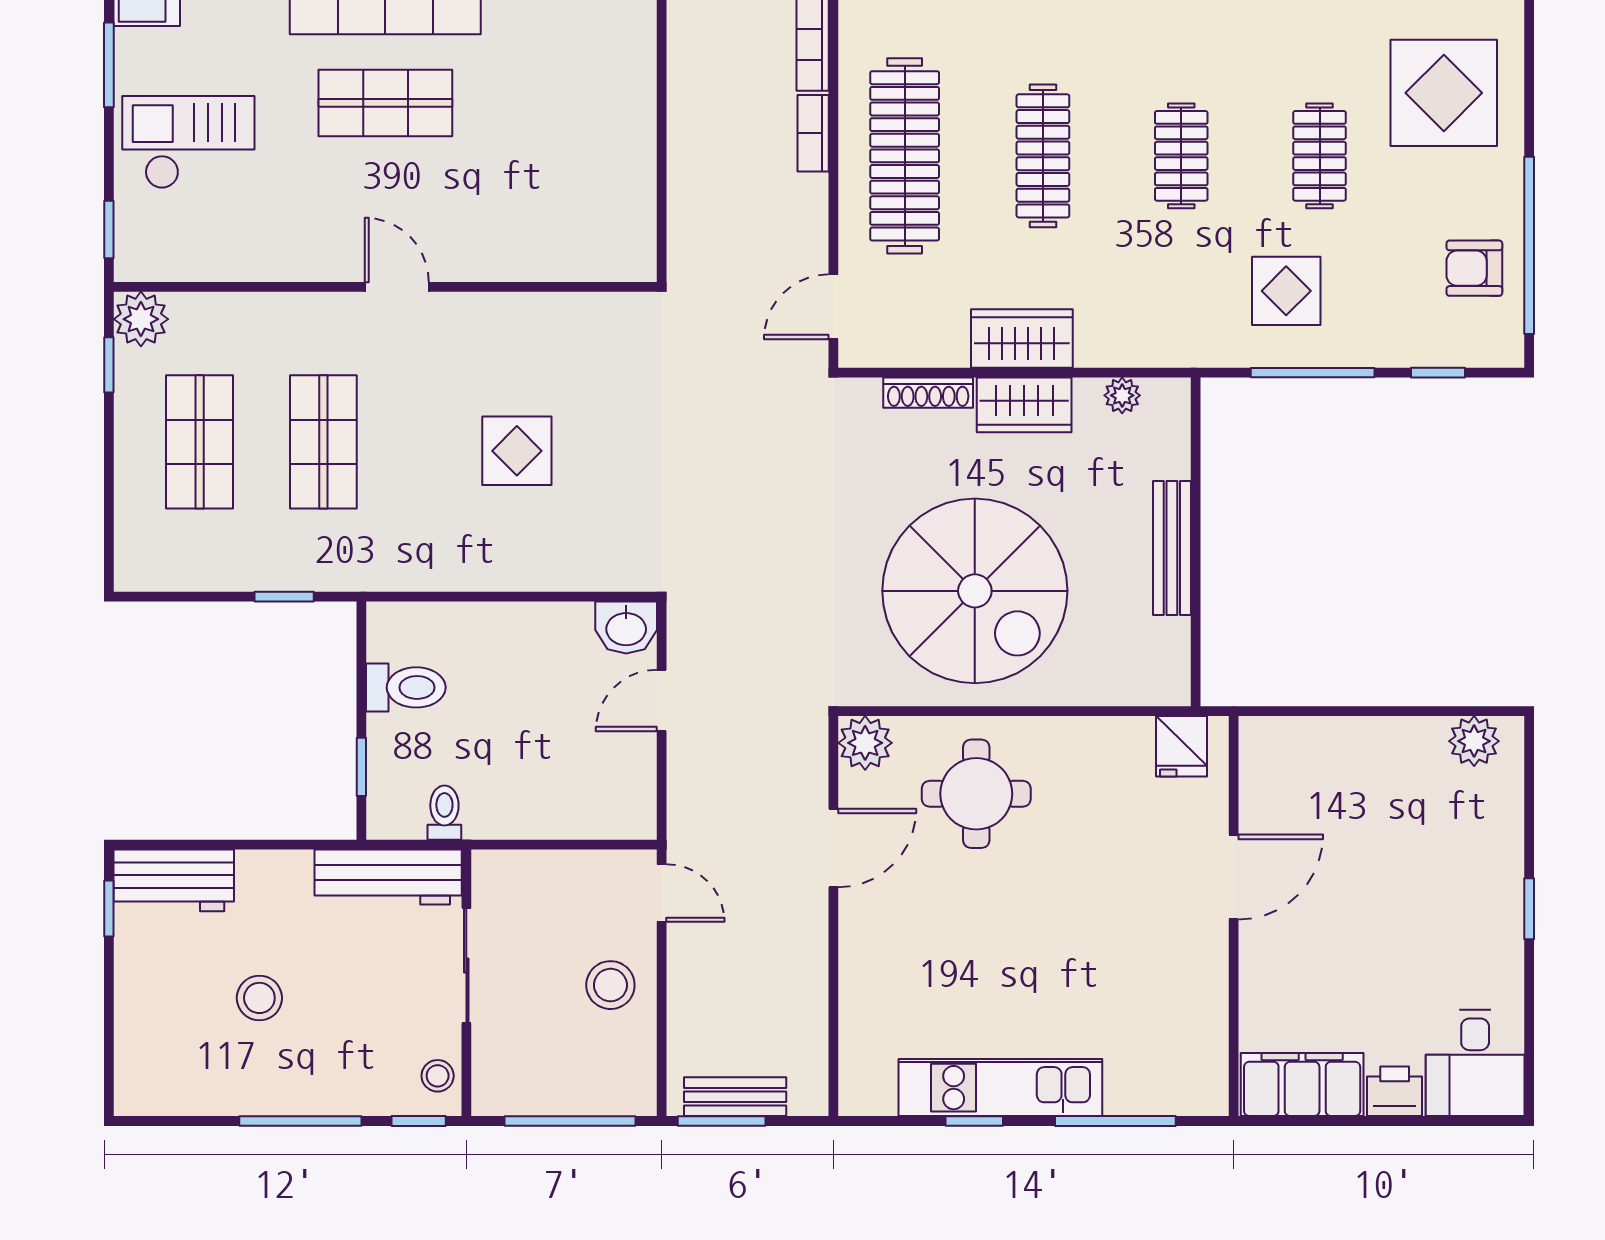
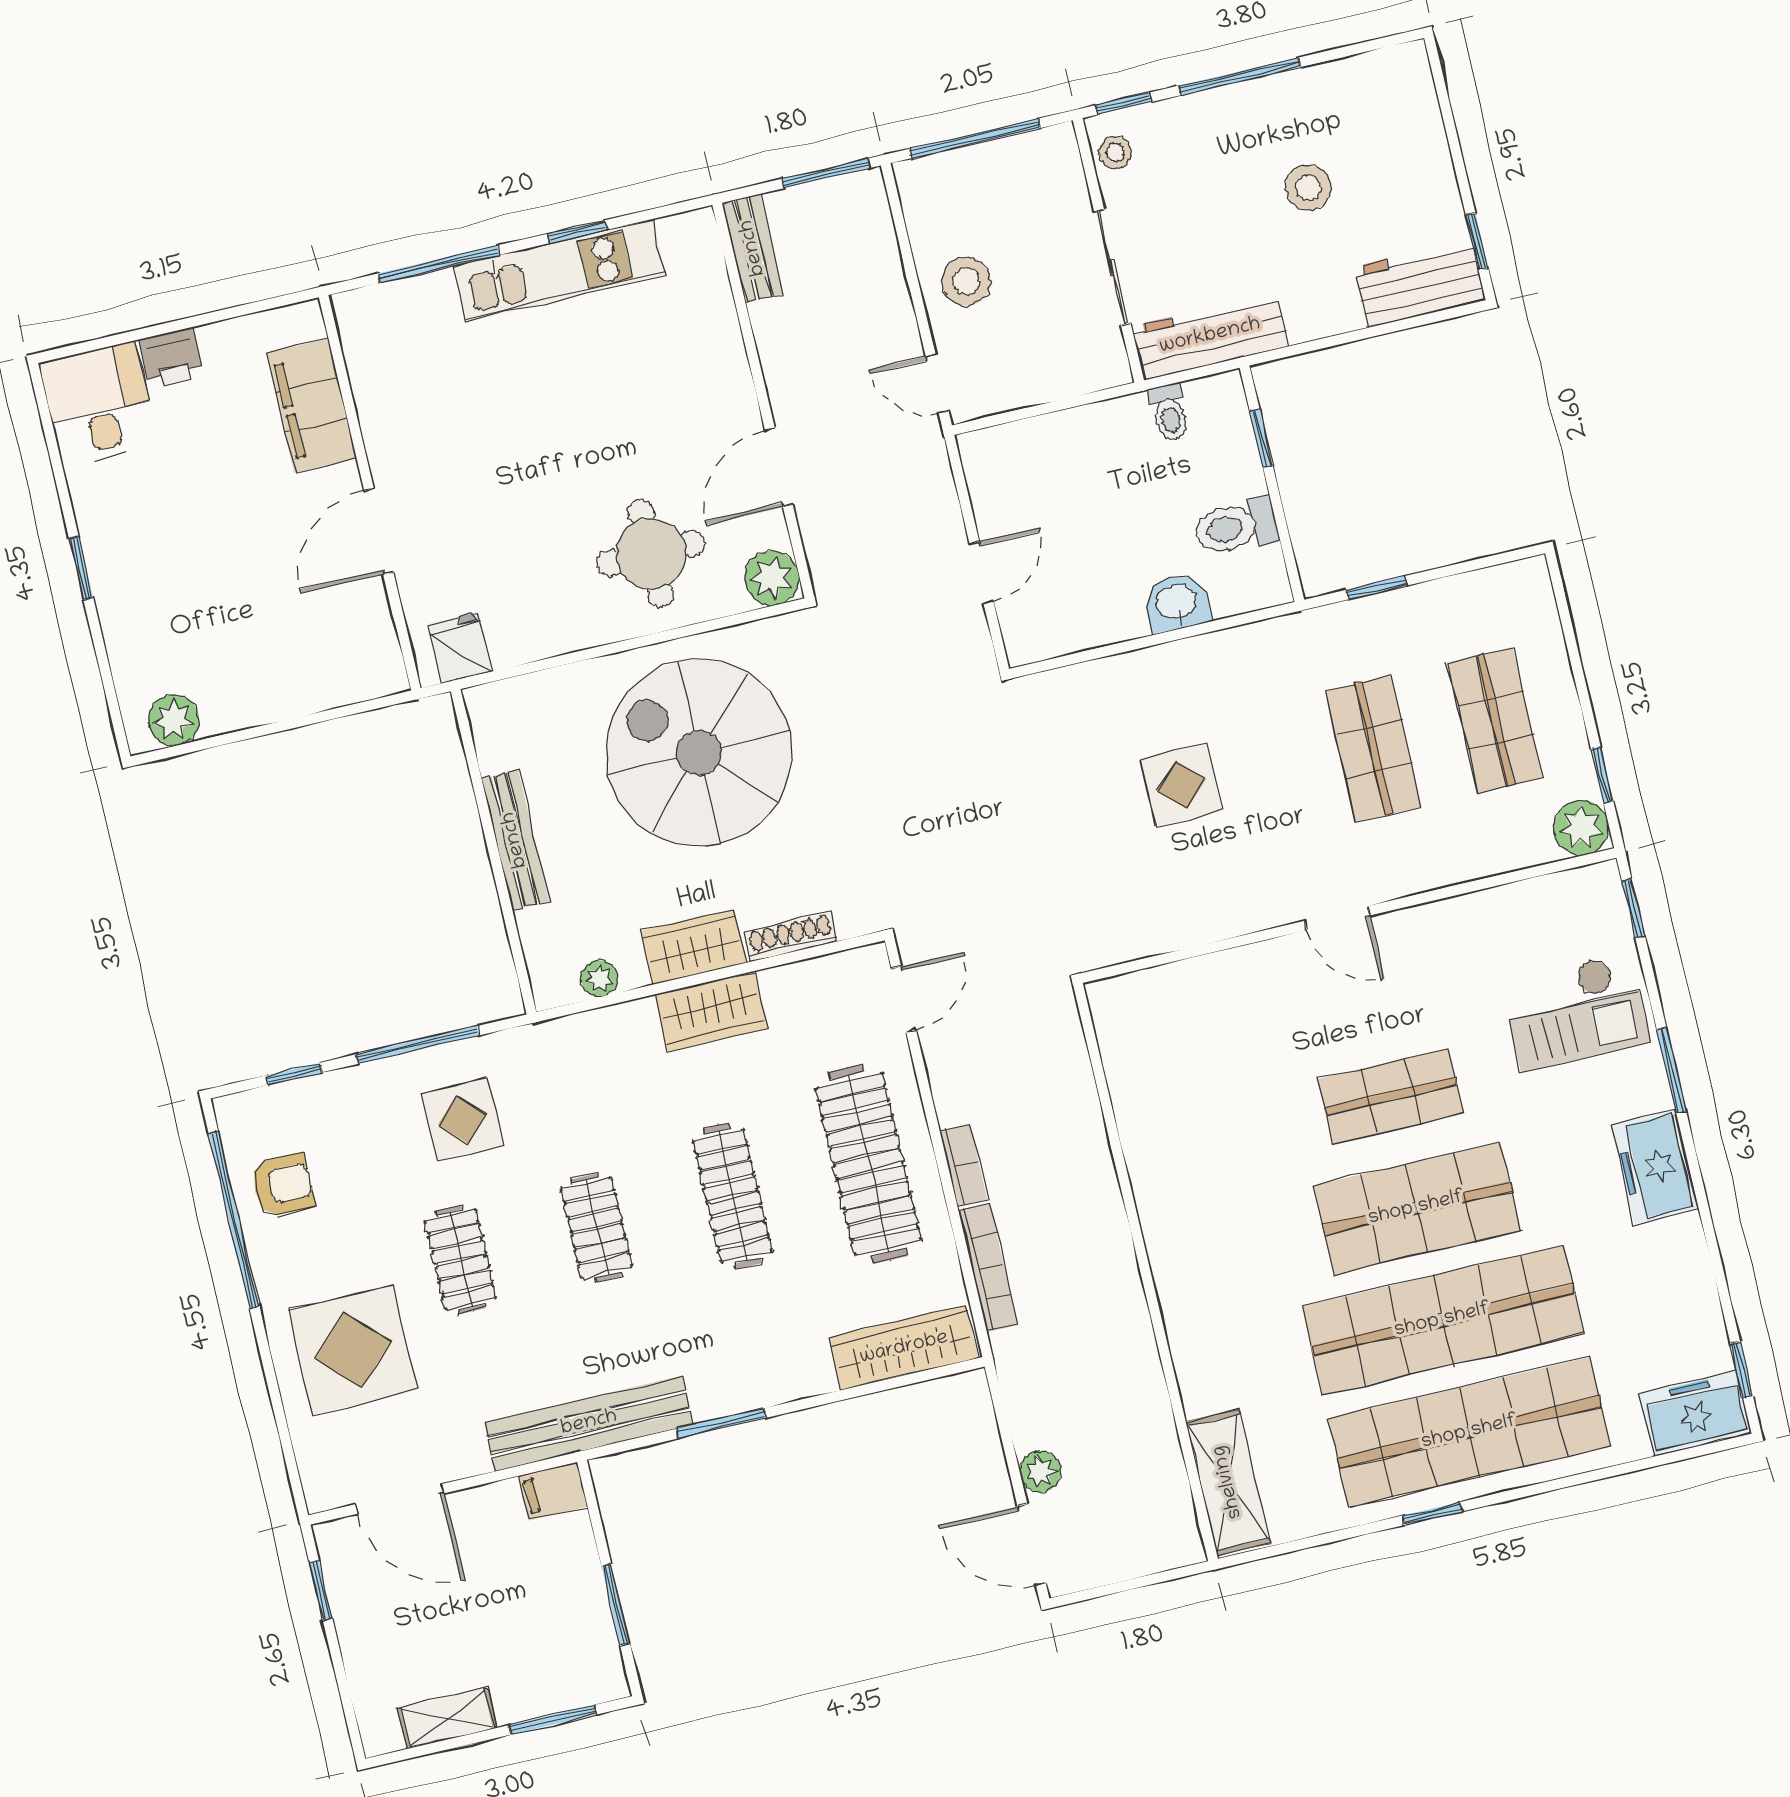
washbasin: (626, 628) -> (1177, 603), moved
filing cabinet: (1302, 1085) -> (312, 406), moved, turned 90
bench: (735, 1097) -> (753, 248), moved, turned 90

